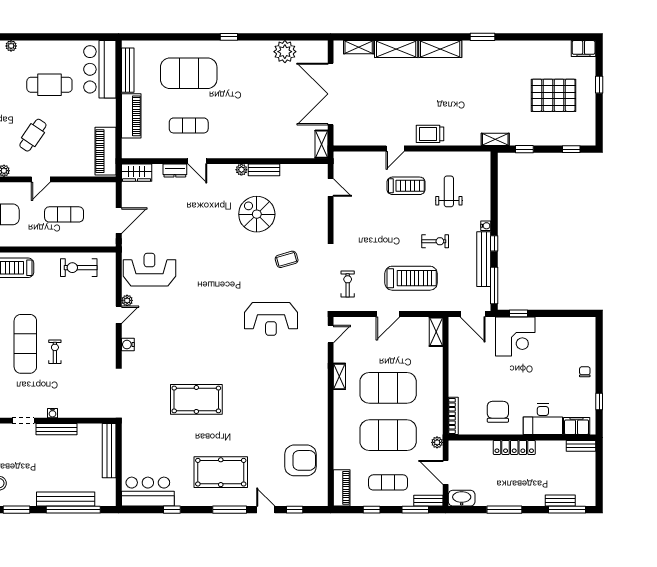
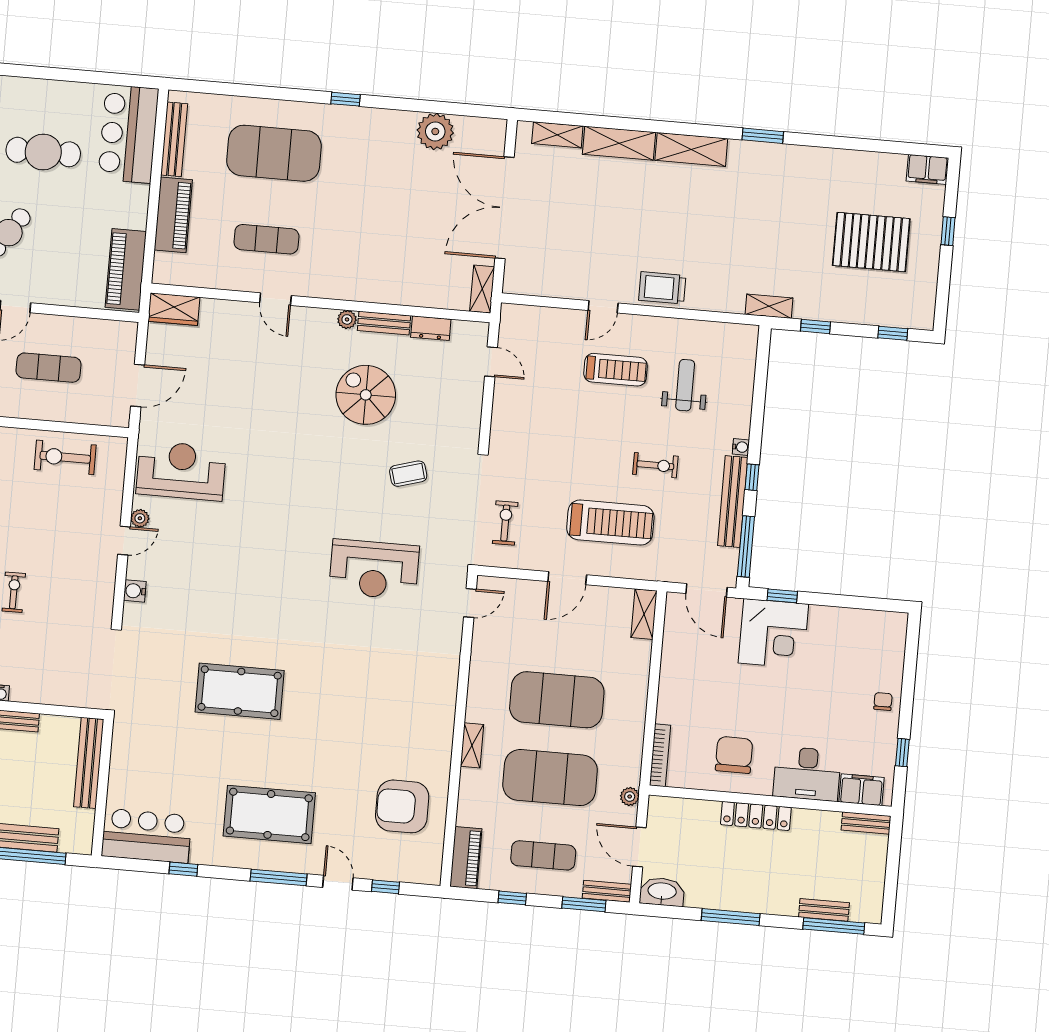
dresser: (175, 170) -> (431, 328), moved
shelving: (339, 376) -> (472, 745), moved
armchair: (300, 460) -> (402, 806), turned 180

